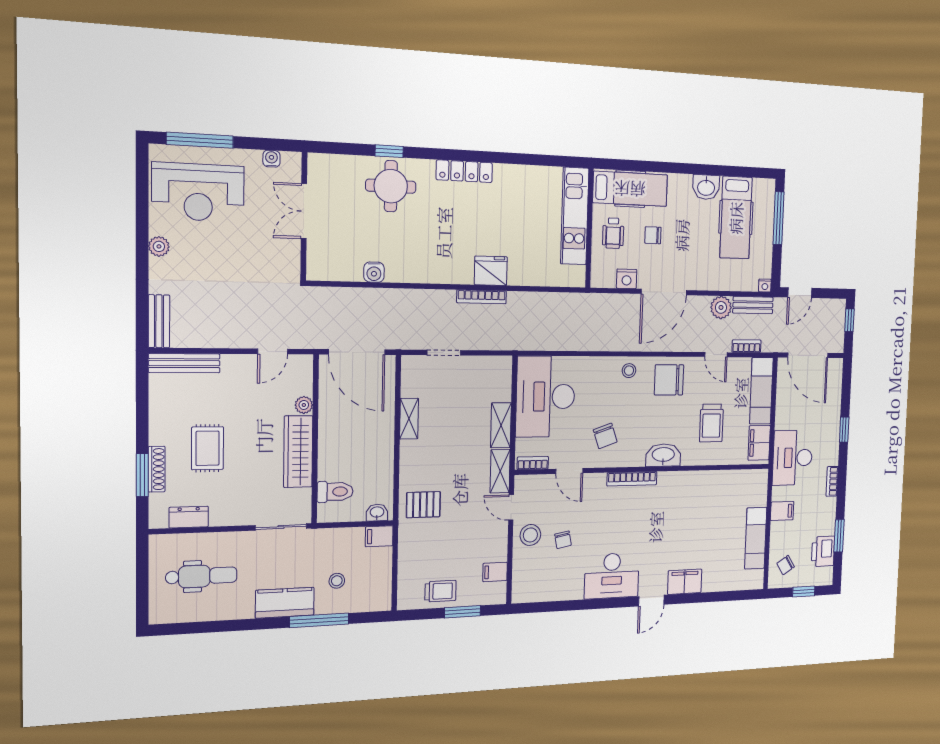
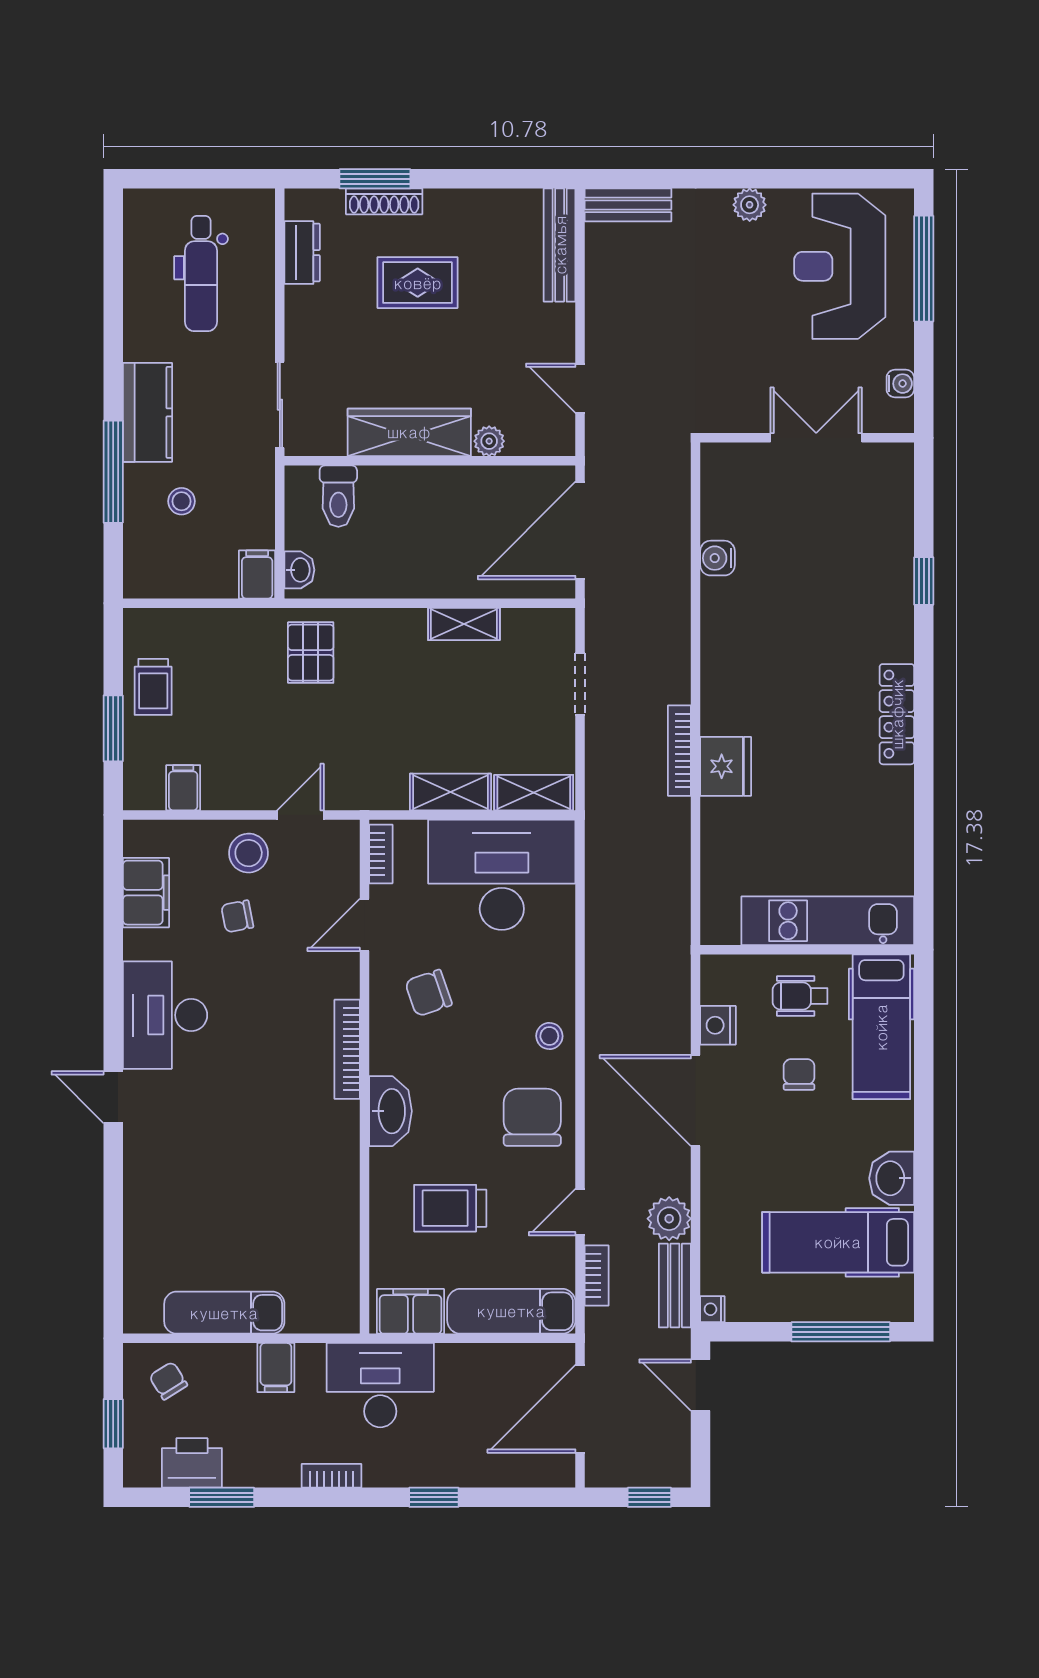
round table: (391, 186) -> (865, 585), removed
shelving: (500, 471) -> (534, 793), moved
filing cabinet: (685, 582) -> (146, 893), moved

